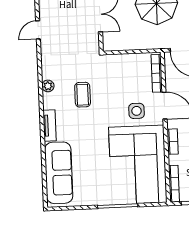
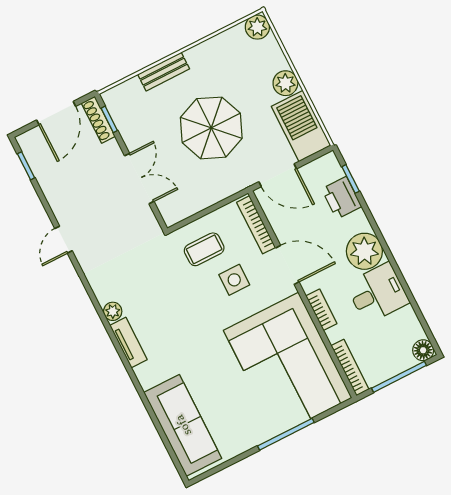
coffee table: (83, 95) -> (204, 249), moved, turned 90
side table: (137, 111) -> (234, 280), moved
tv unit: (50, 125) -> (128, 342), moved

